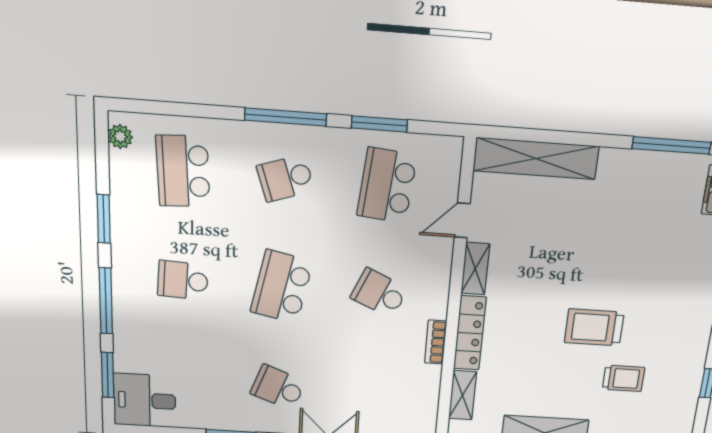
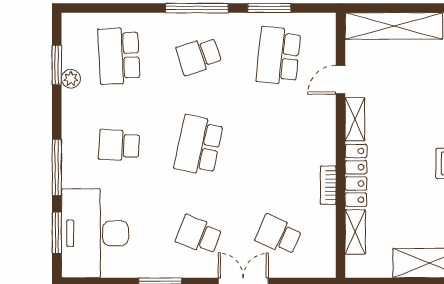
plant: (120, 137) -> (71, 79), moved
window: (104, 219) -> (57, 65), moved
school desk: (379, 293) -> (278, 235), moved
desk: (145, 401) -> (95, 233), width x1.87, depth x1.30

